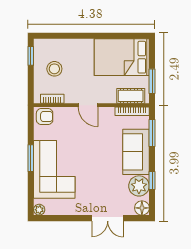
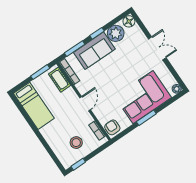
bed: (122, 57) -> (34, 106), width x0.67
window: (152, 181) -> (97, 33), moved
double door: (108, 218) -> (157, 48), moved

